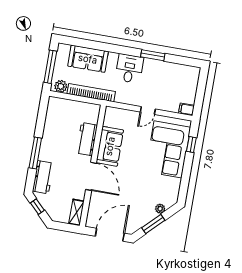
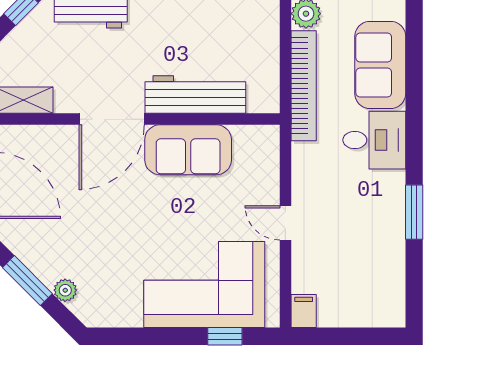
desk: (129, 69) -> (374, 140), moved
workbench: (87, 139) -> (195, 94), width x1.37

